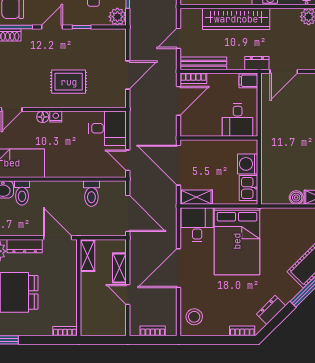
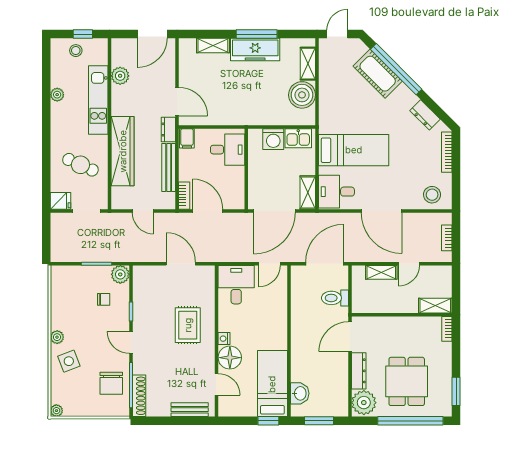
bench: (203, 63) -> (169, 167), moved
floor lamp: (43, 117) -> (230, 358), width x1.89, depth x1.89
toilet: (22, 193) -> (303, 374), removed
toilet: (91, 194) -> (335, 298), moved, turned 180
boiler: (296, 198) -> (302, 95), width x1.86, depth x1.86
bed: (237, 241) -> (354, 150), width x0.67
shelving: (87, 256) -> (435, 306), moved
bookcase: (242, 331) -> (447, 152), width x1.56

